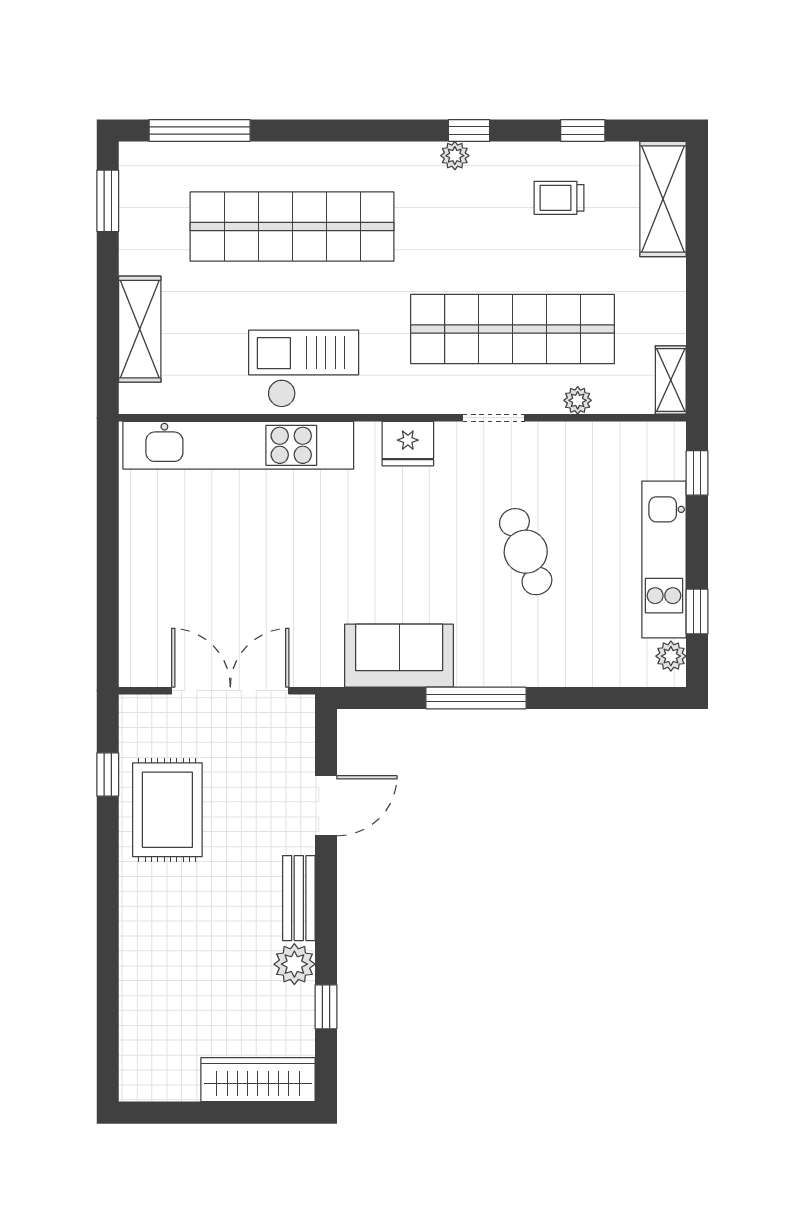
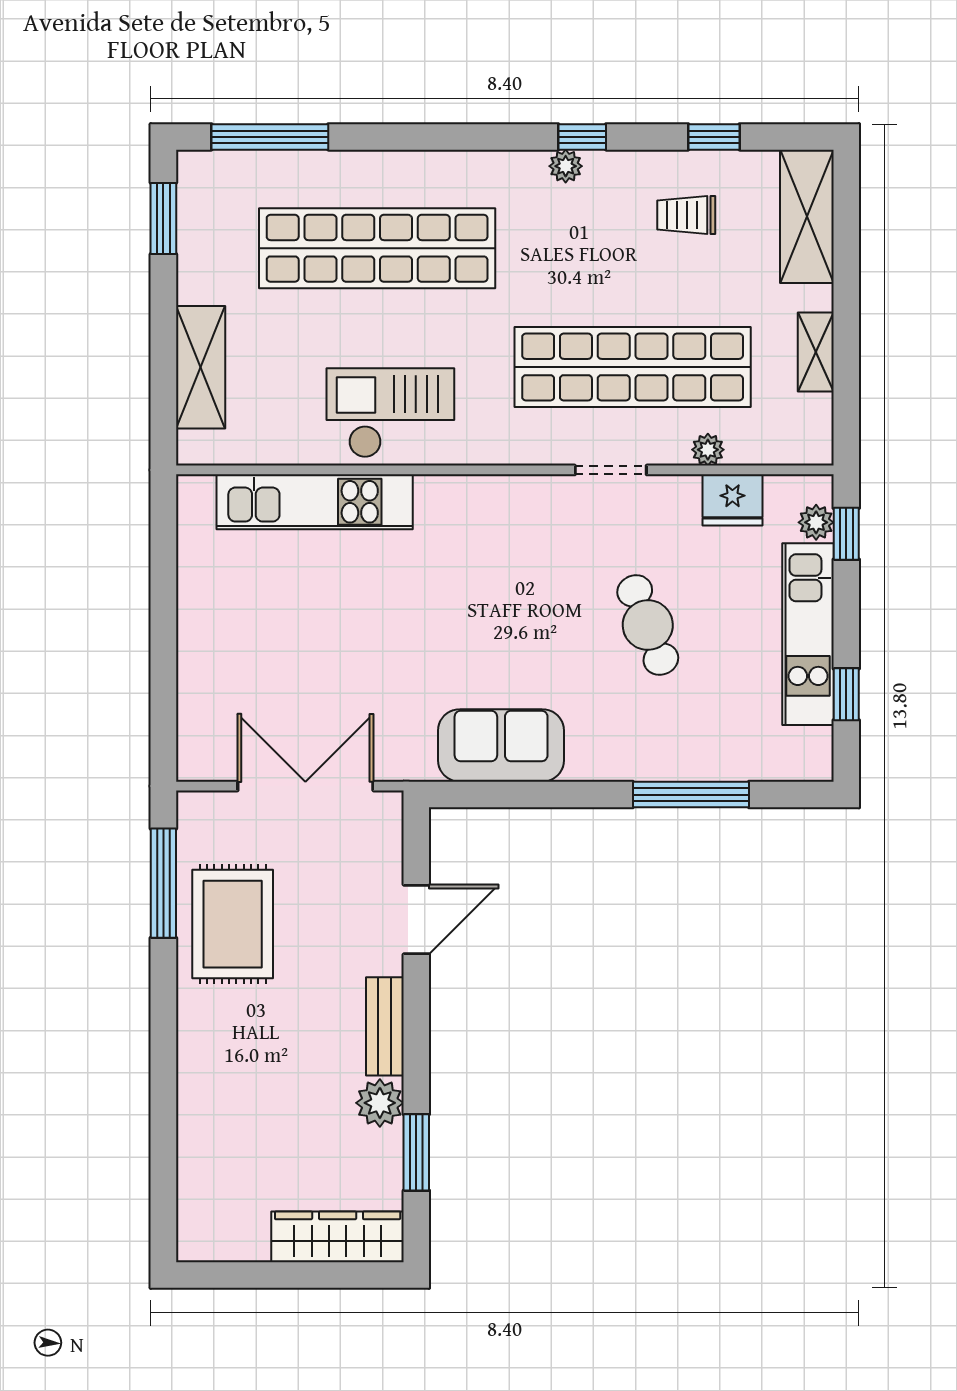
shelving: (671, 380) -> (816, 352), moved
fridge: (408, 444) -> (732, 500), moved
kitchen unit: (238, 445) -> (315, 502), width x0.73
plant: (671, 656) -> (816, 522), moved
window: (476, 698) -> (691, 795), moved
window: (108, 774) -> (163, 883), width x2.17
window: (326, 1007) -> (416, 1152), width x1.50

